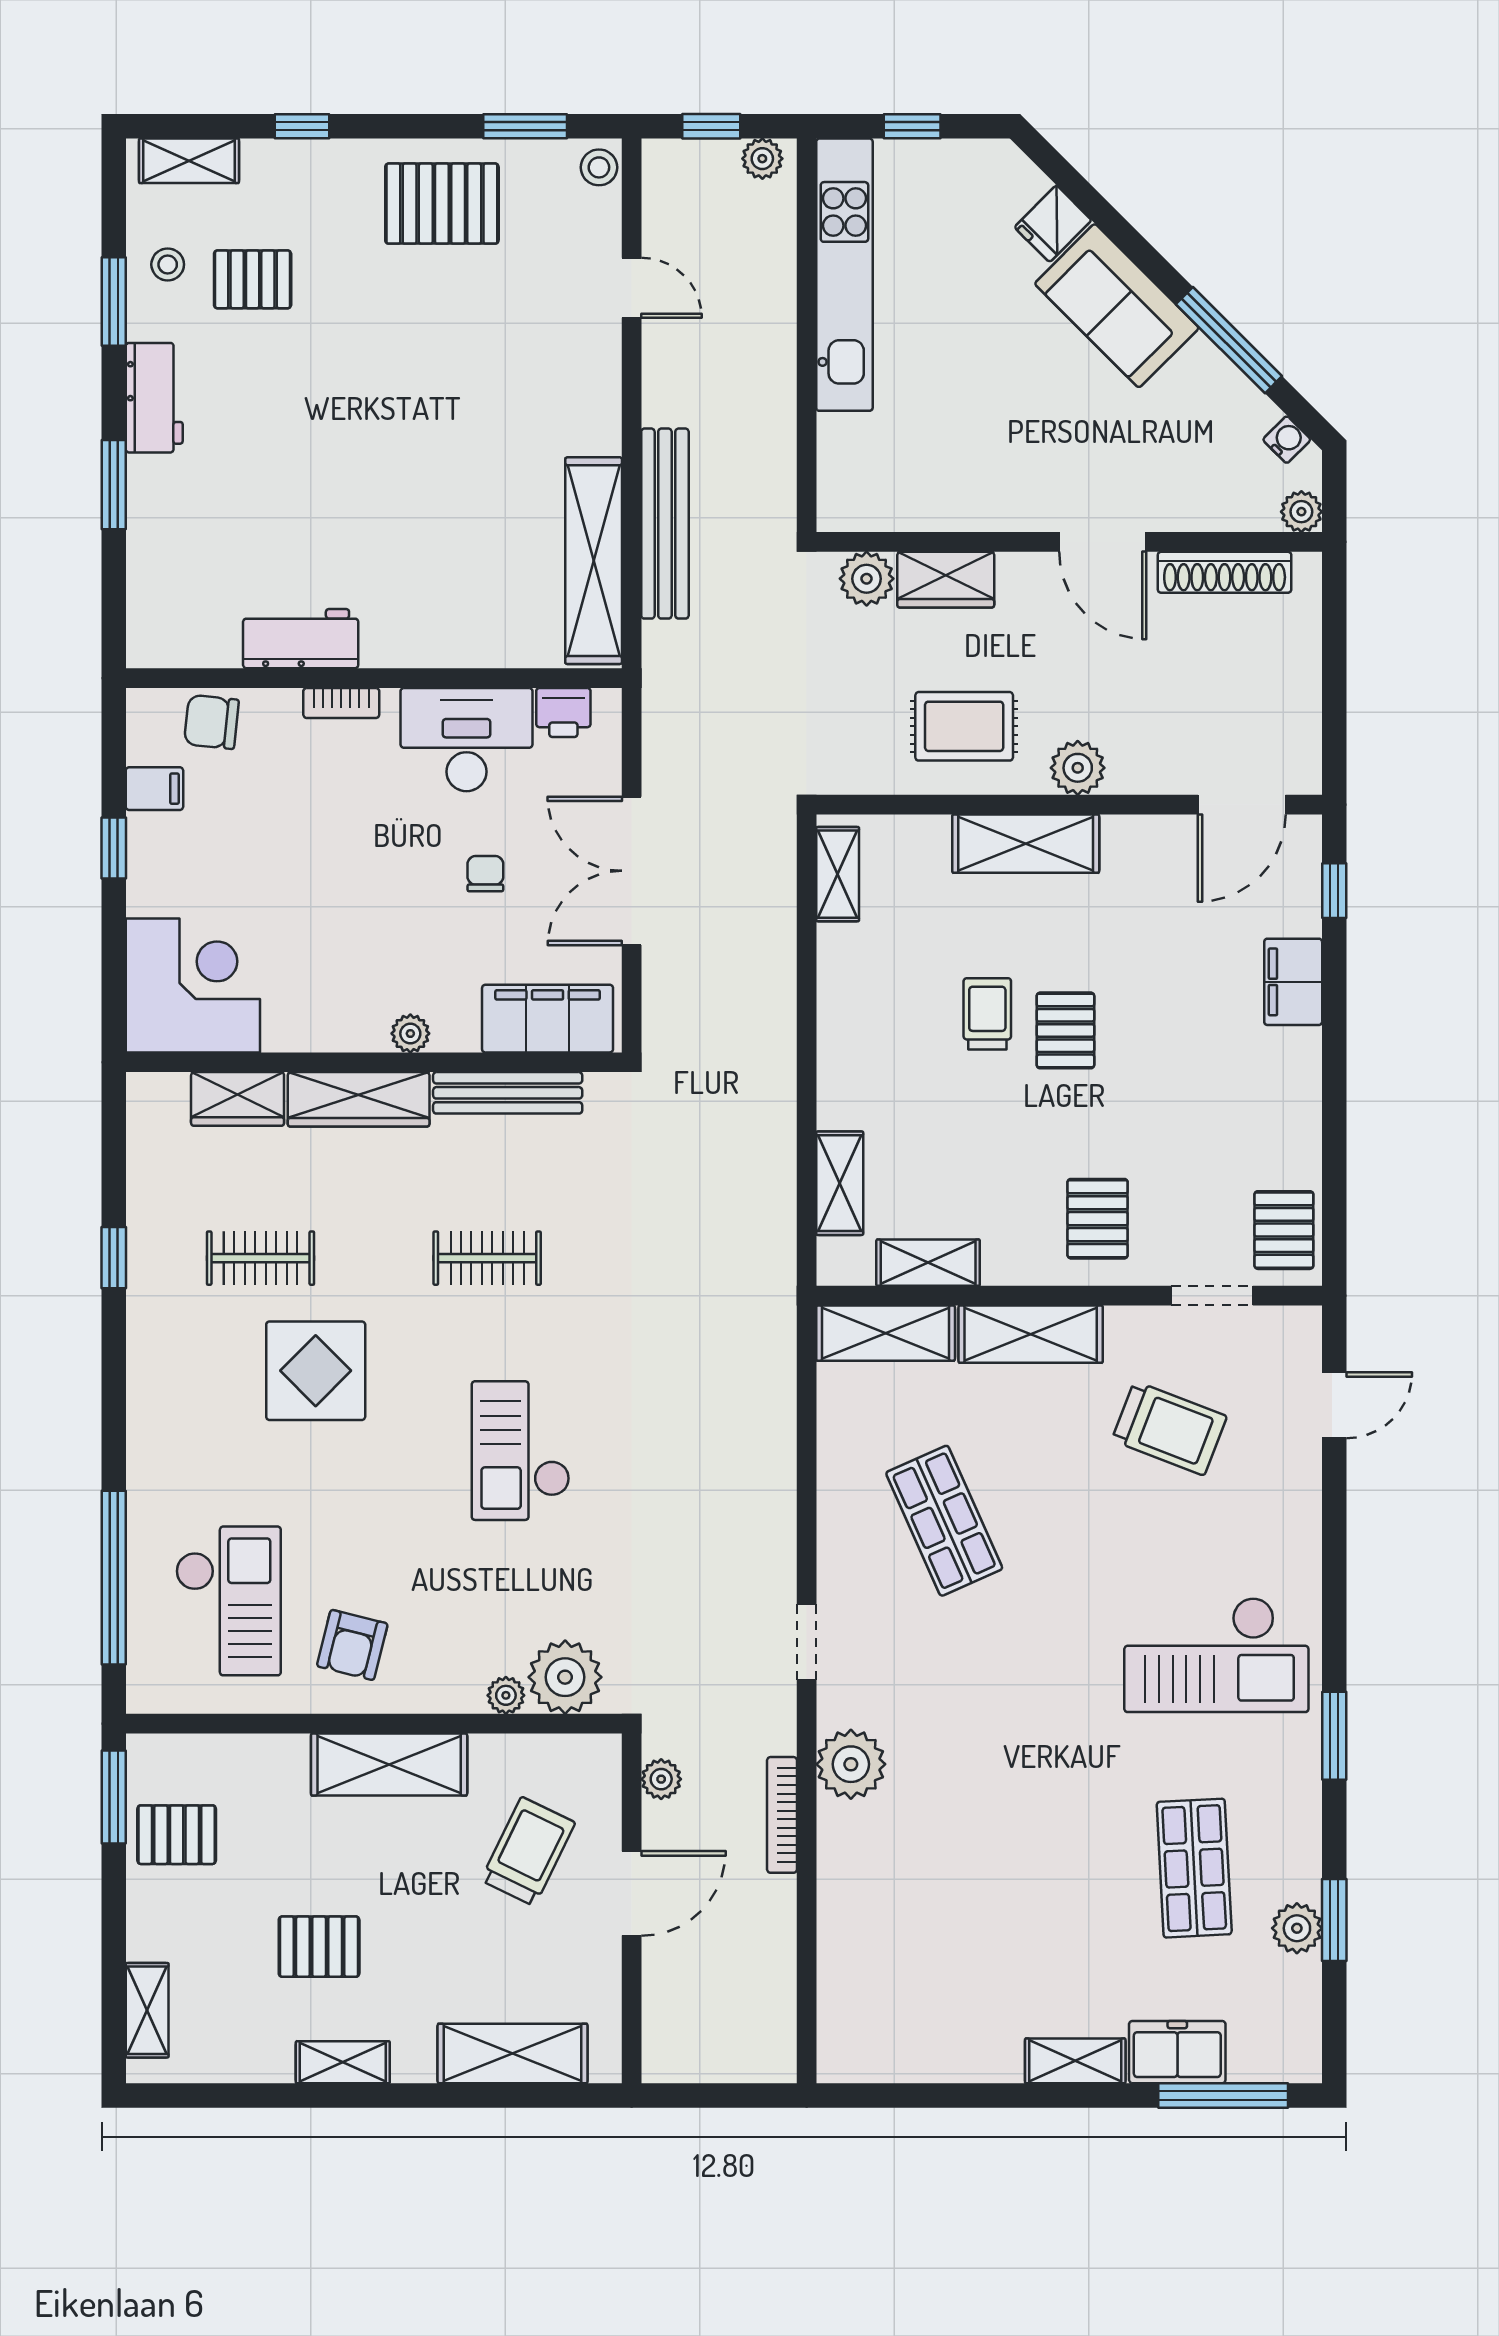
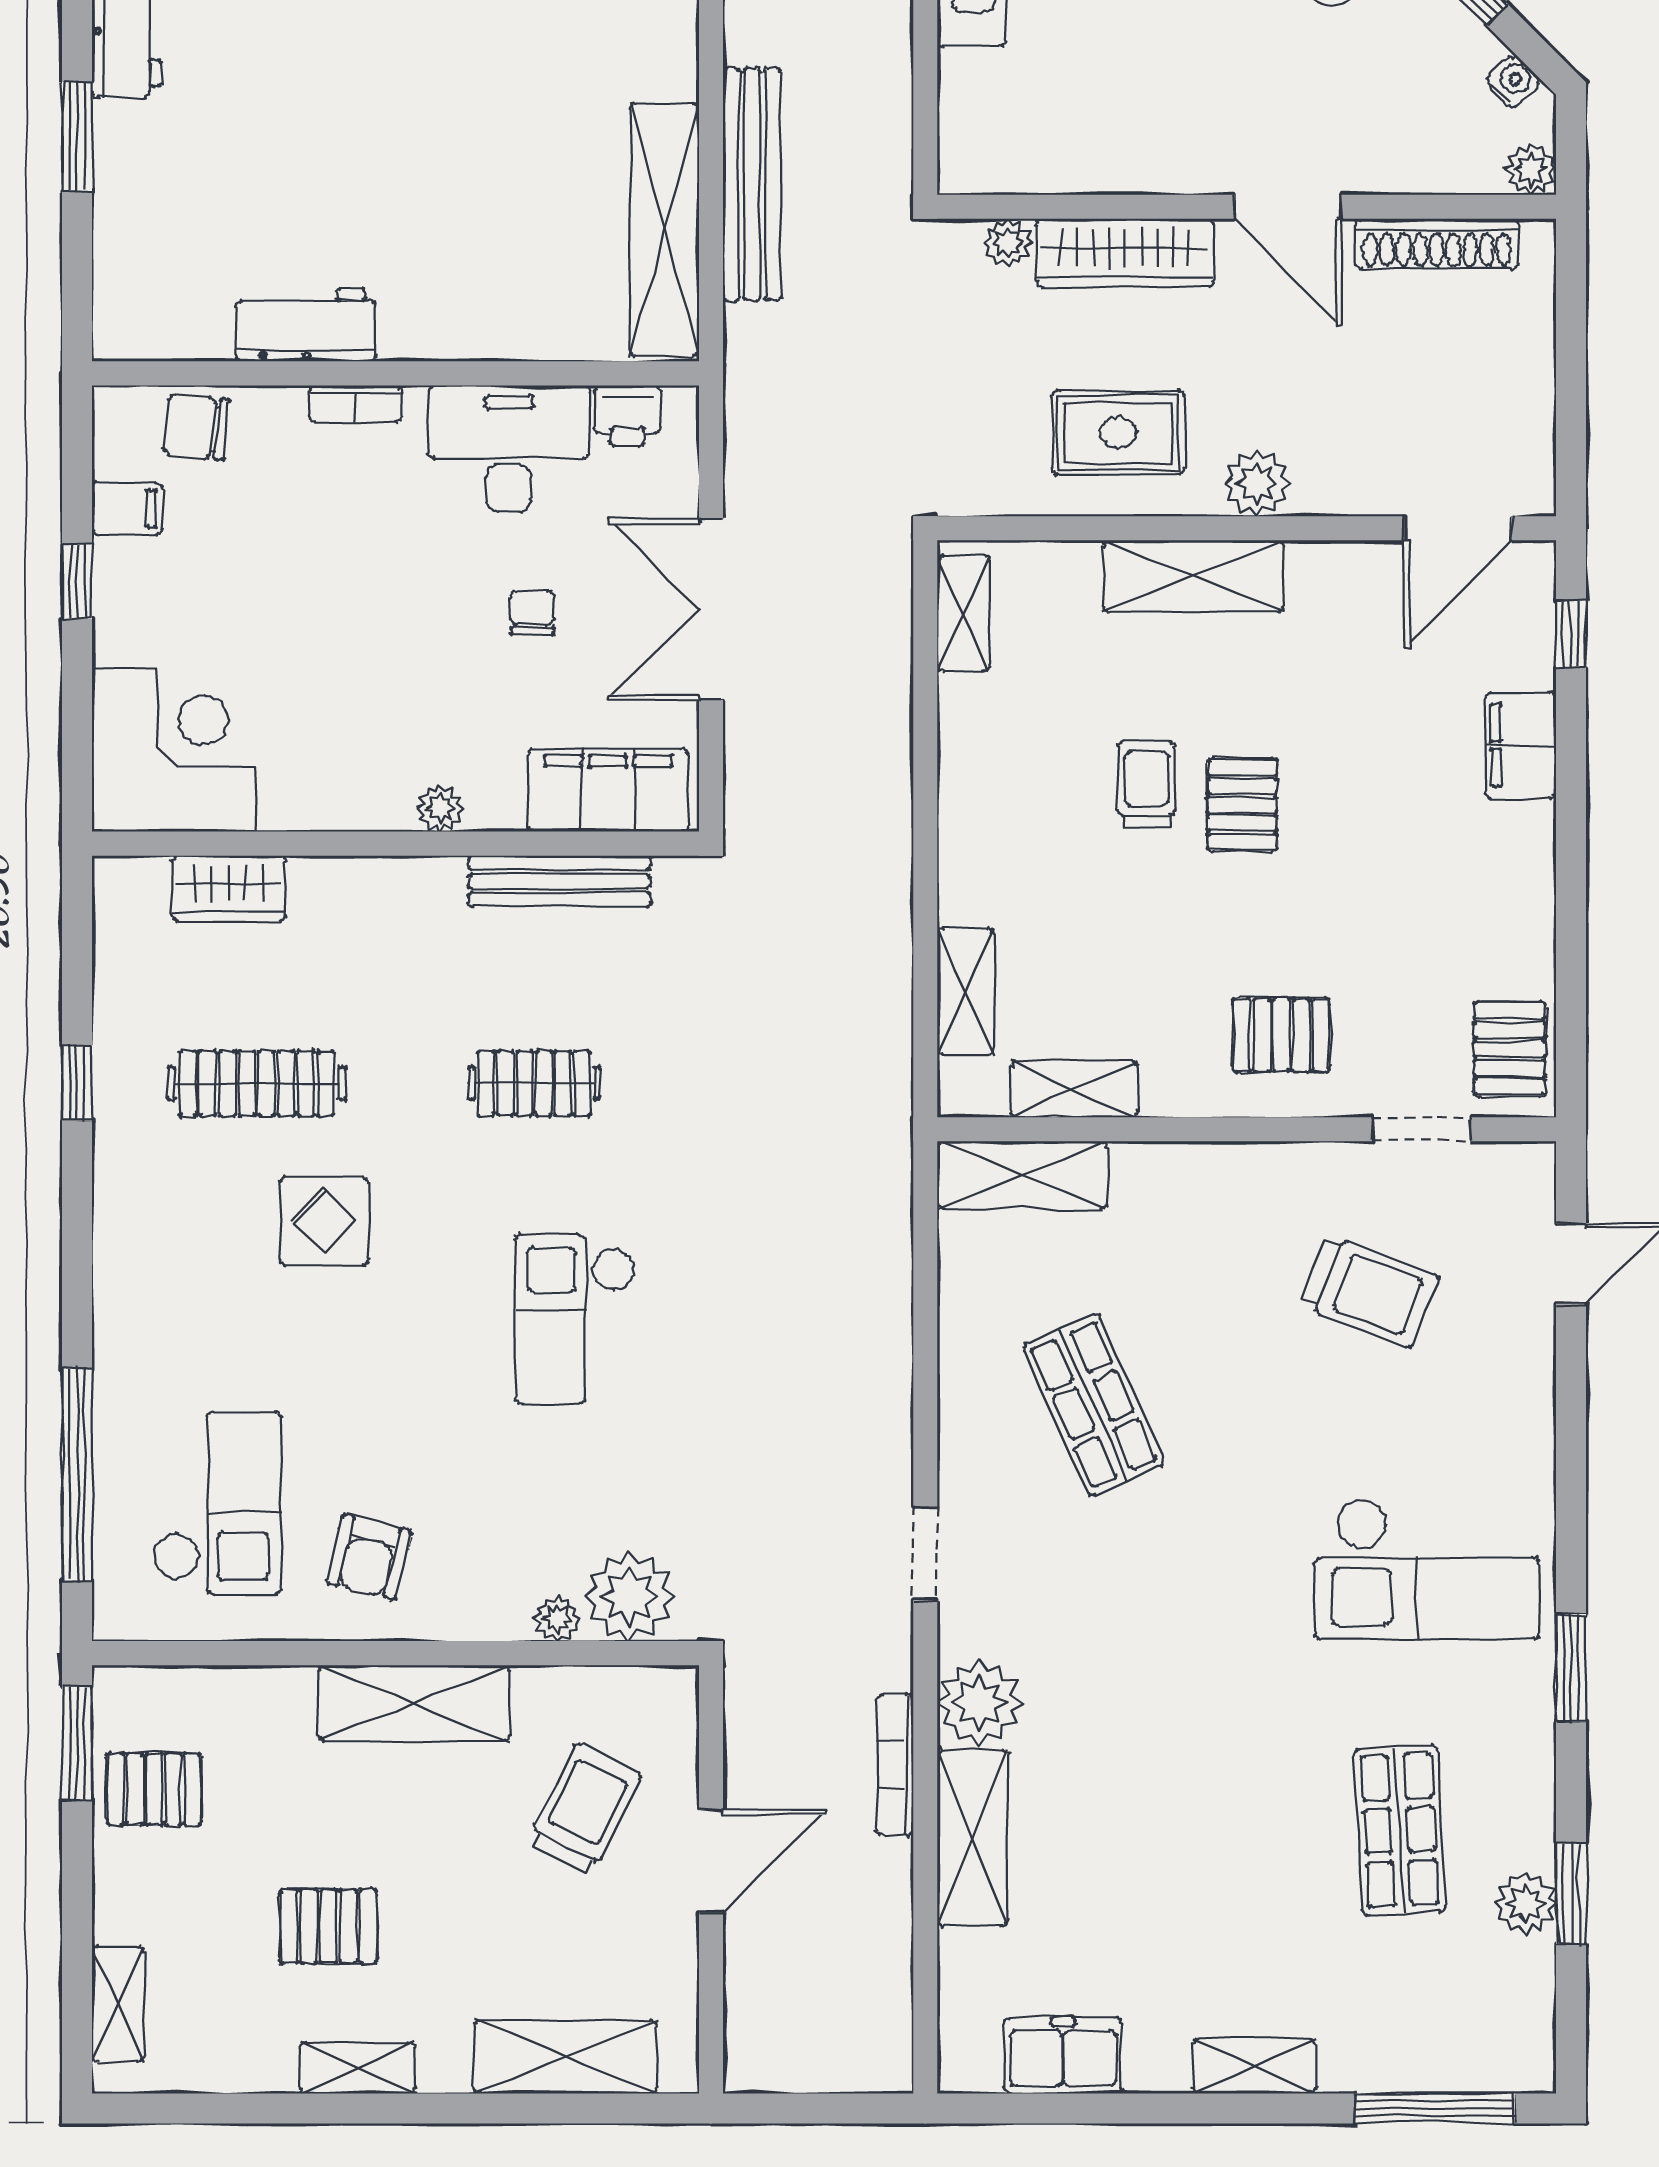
plant: (867, 579) -> (1008, 243), width x0.73, depth x0.73
wardrobe: (946, 580) -> (1125, 253), width x1.50
wardrobe: (359, 1099) -> (377, 889), removed
pallet: (1098, 1219) -> (1281, 1035), turned 90
clothes rail: (261, 1258) -> (257, 1083), width x1.36
shelving: (1031, 1334) -> (972, 1838), moved, turned 90
display table: (316, 1371) -> (324, 1221), width x0.73, depth x0.73
plant: (661, 1779) -> (747, 1721), removed
freezer: (1177, 2052) -> (1063, 2055), moved

